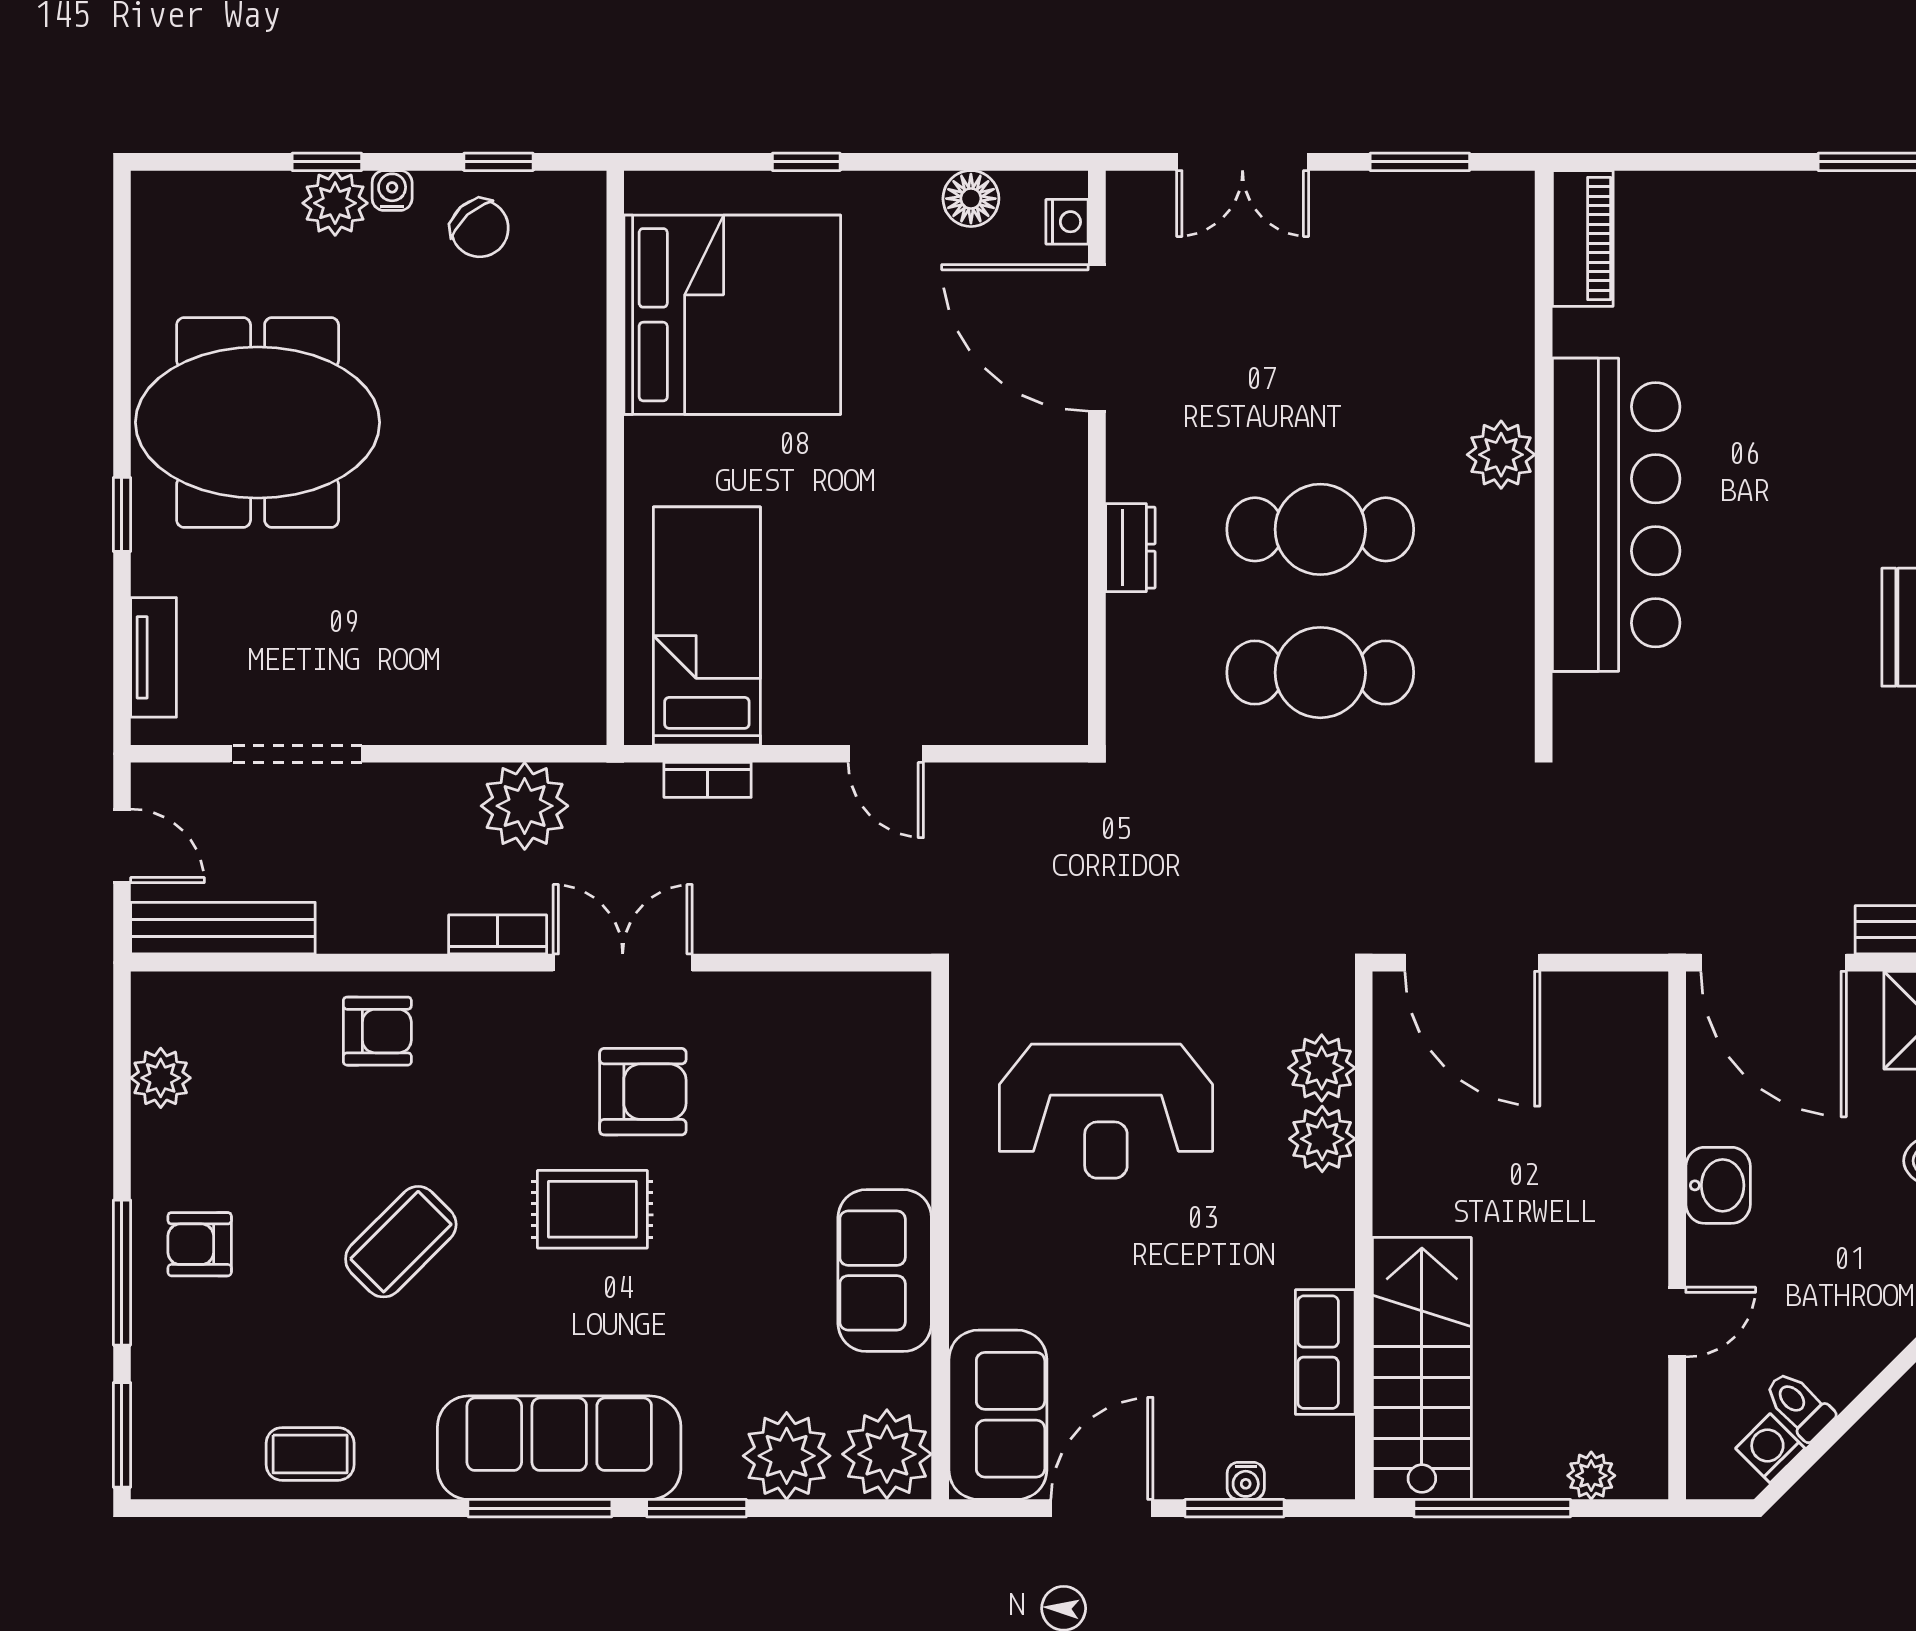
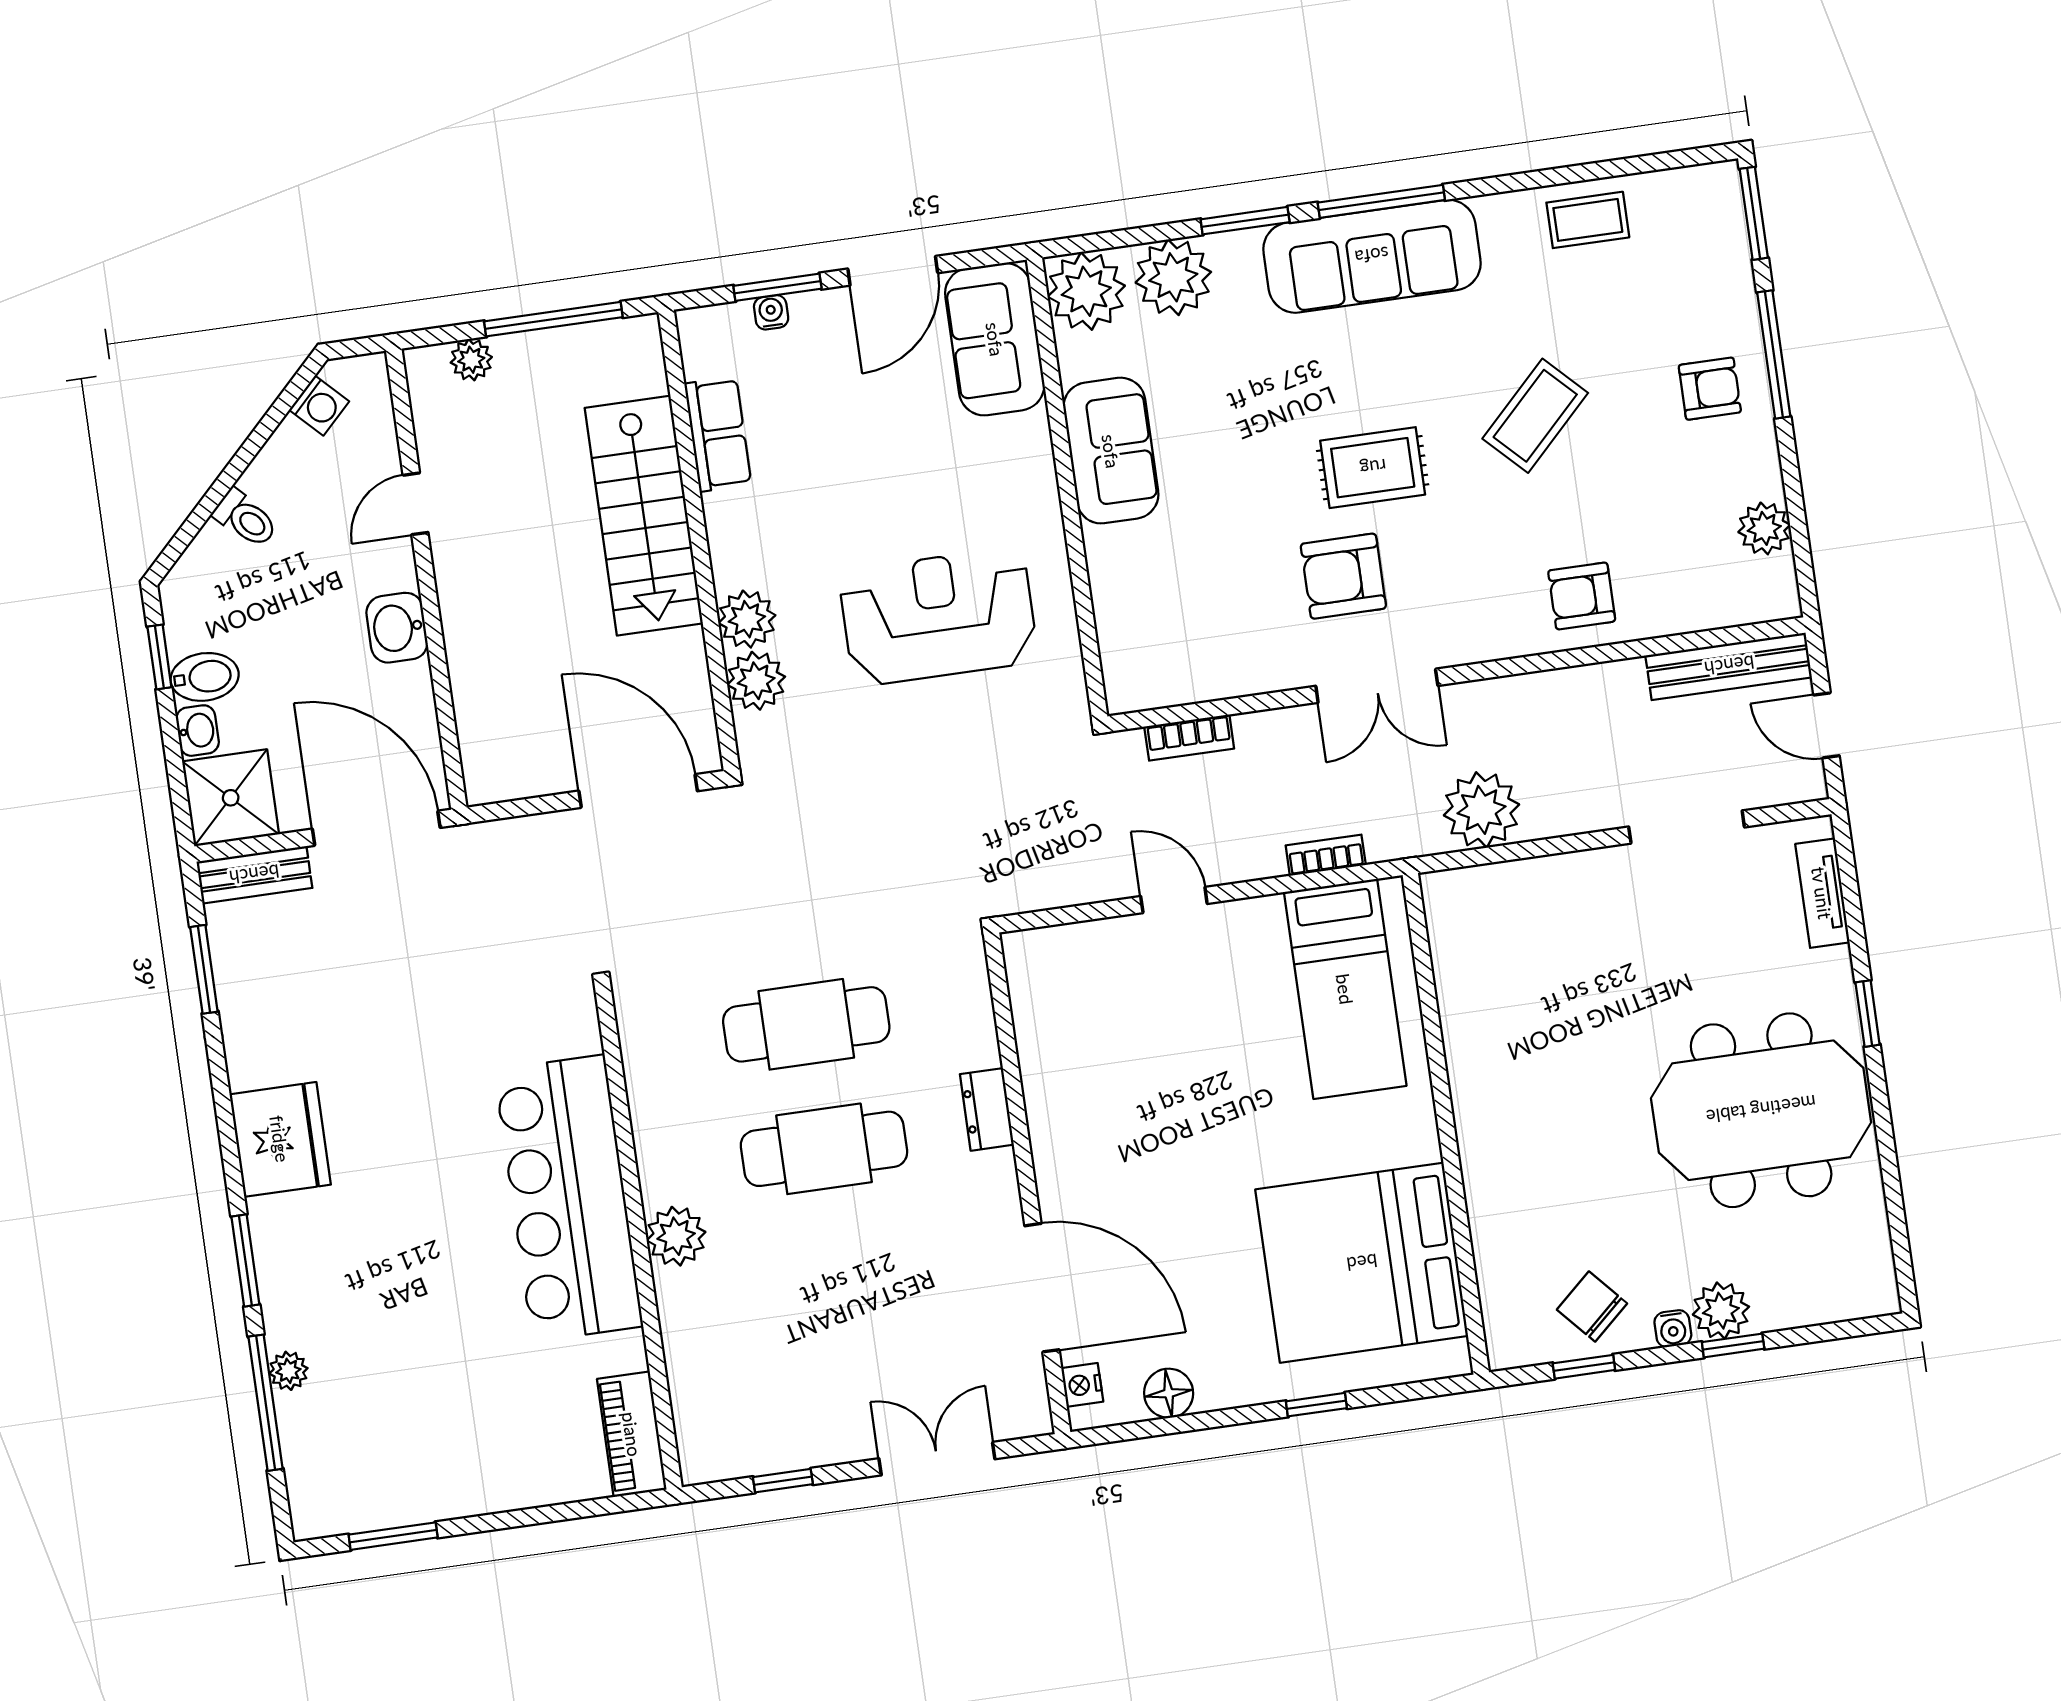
window: (1420, 162) -> (783, 1481), width x0.67
bookcase: (498, 934) -> (1189, 738), moved
stairs: (1422, 1368) -> (644, 516), moved
toilet: (1799, 1405) -> (245, 518), moved

